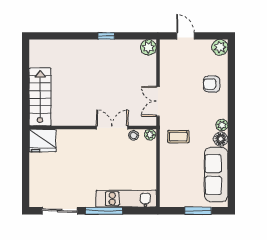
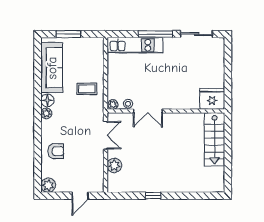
door: (185, 36) -> (80, 196), hinge flipped
plant: (148, 47) -> (114, 165), moved
coffee table: (178, 137) -> (87, 89), moved

